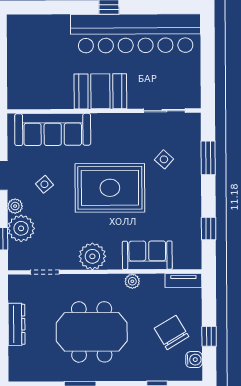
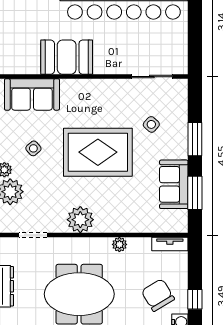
booth: (100, 91) -> (67, 57), moved
sofa: (53, 129) -> (32, 94), width x0.73
window: (208, 158) -> (195, 139), moved
window: (209, 229) -> (195, 193), width x1.50
sofa: (147, 255) -> (174, 184), moved, turned -90

